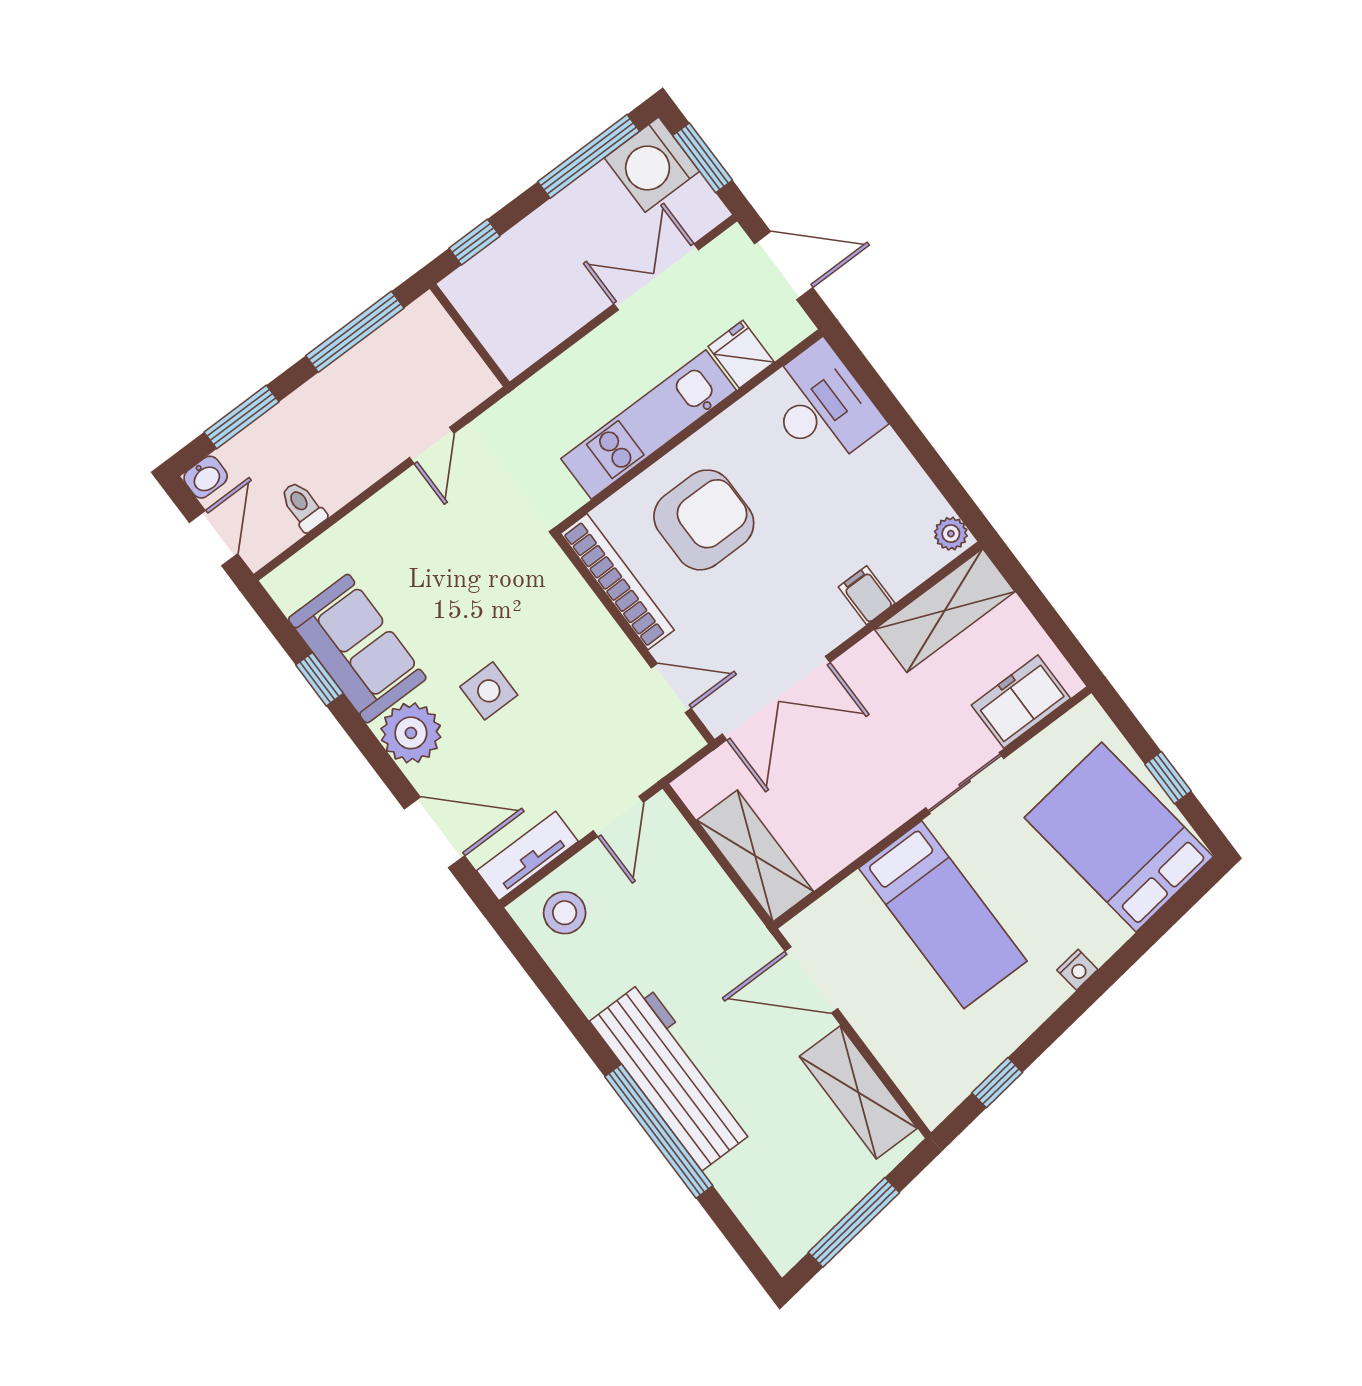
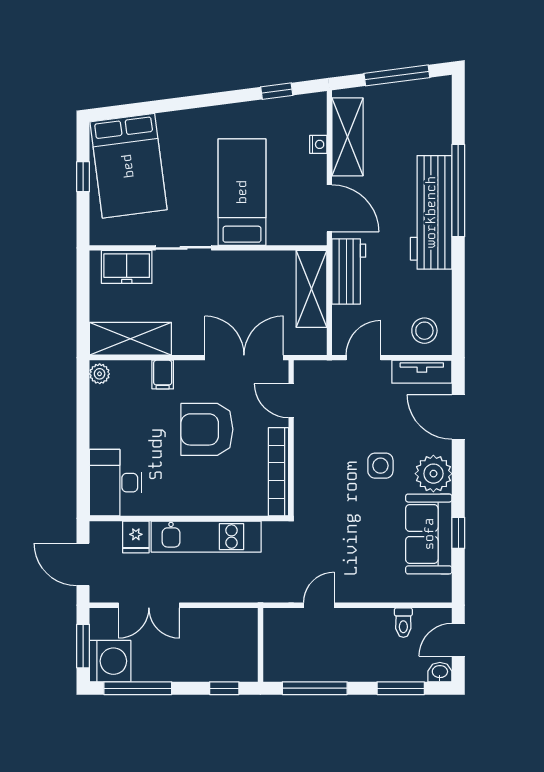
armchair: (704, 520) -> (207, 429), moved
workbench: (723, 916) -> (349, 272), added
nightstand: (1077, 970) -> (318, 144), moved, turned 97

